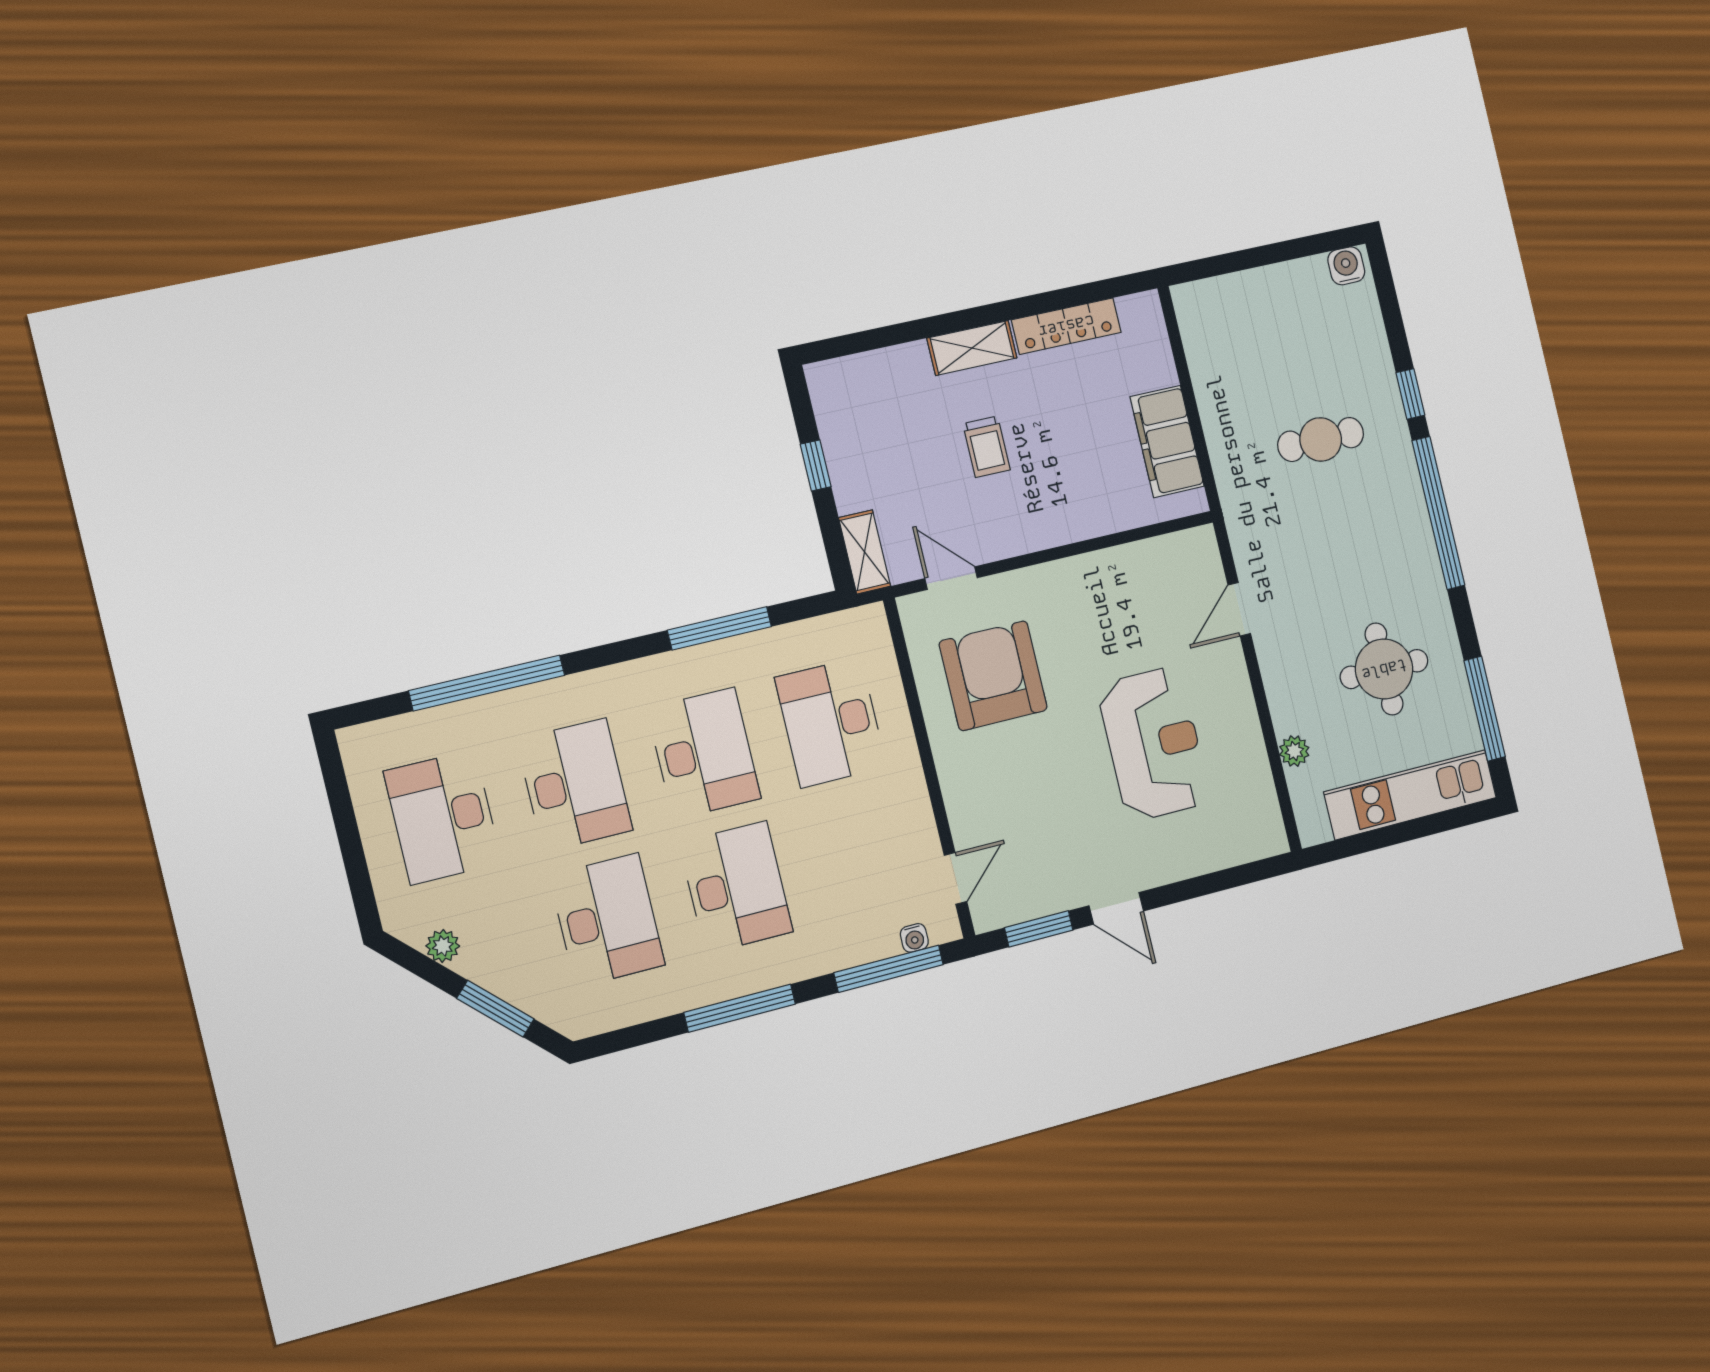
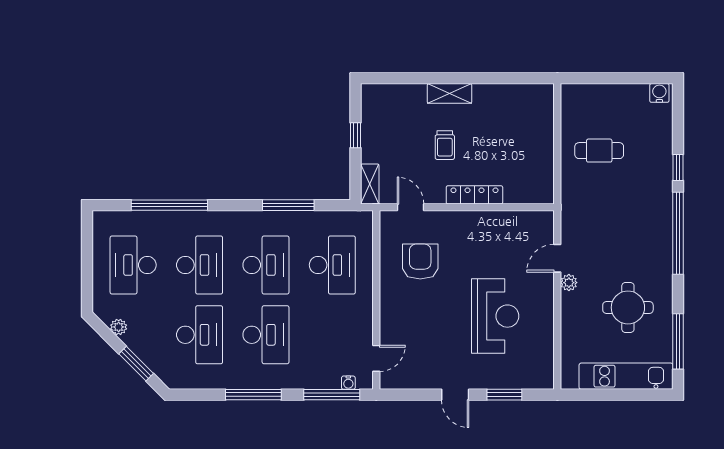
locker: (1066, 326) -> (474, 195), moved, turned 180
cafe table: (1321, 439) -> (599, 151), moved
filing cabinet: (1167, 441) -> (540, 163), removed
armchair: (993, 676) -> (420, 262), width x0.73, depth x0.73
desk: (831, 722) -> (332, 265), turned 180
plant: (1294, 751) -> (569, 283), moved
window: (1039, 929) -> (504, 395), moved

